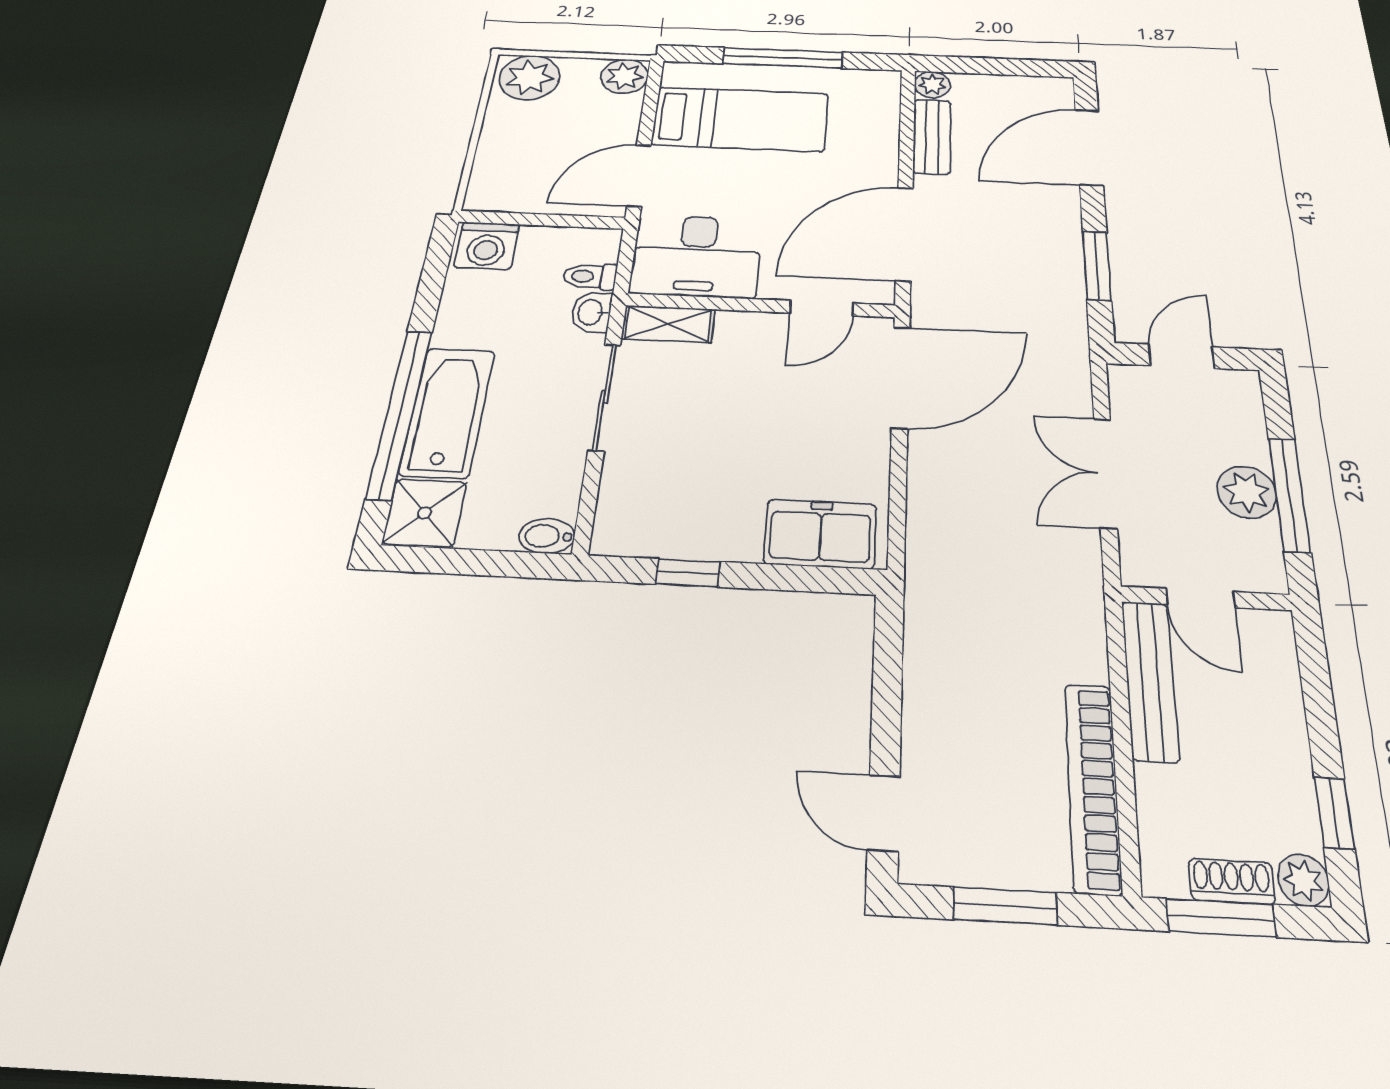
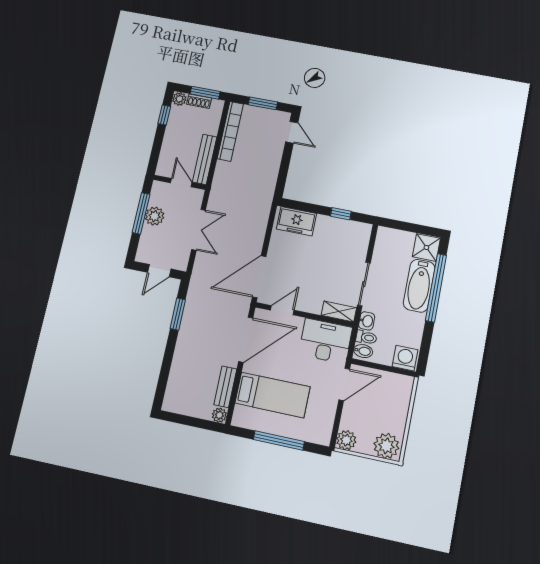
bed: (740, 119) -> (272, 395), moved, turned 180
door: (1089, 147) -> (165, 372), removed
bidet: (547, 536) -> (363, 351), moved

